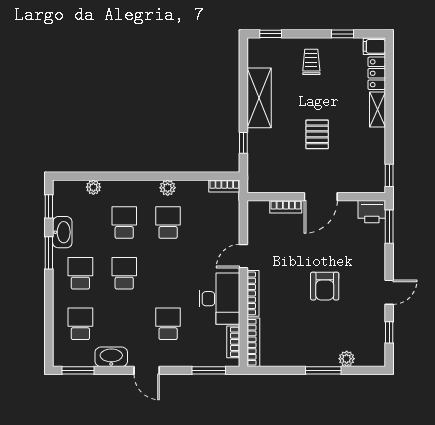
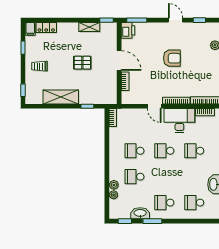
shelving: (377, 110) -> (89, 27), moved
plant: (168, 188) -> (114, 185), moved
school desk: (124, 273) -> (164, 151), moved

